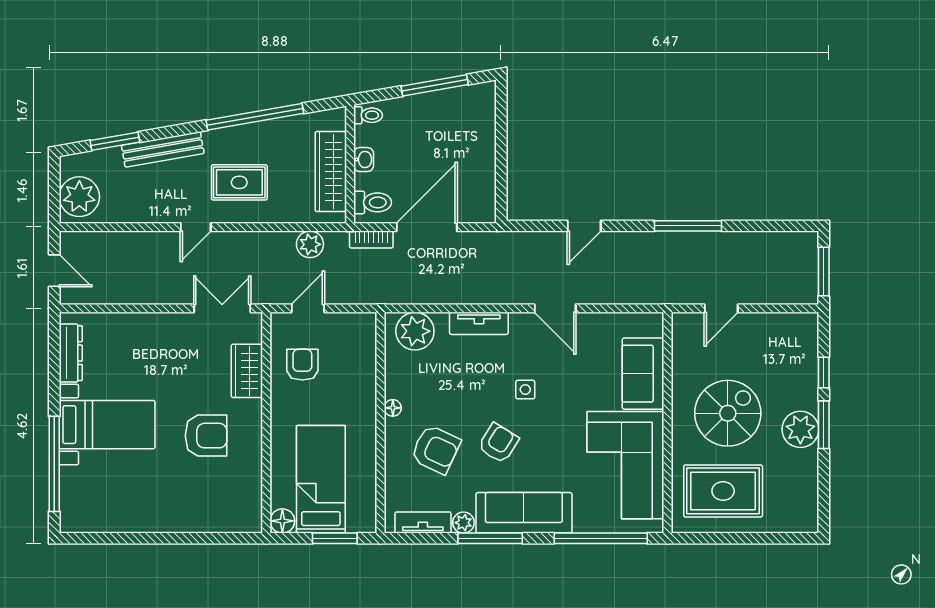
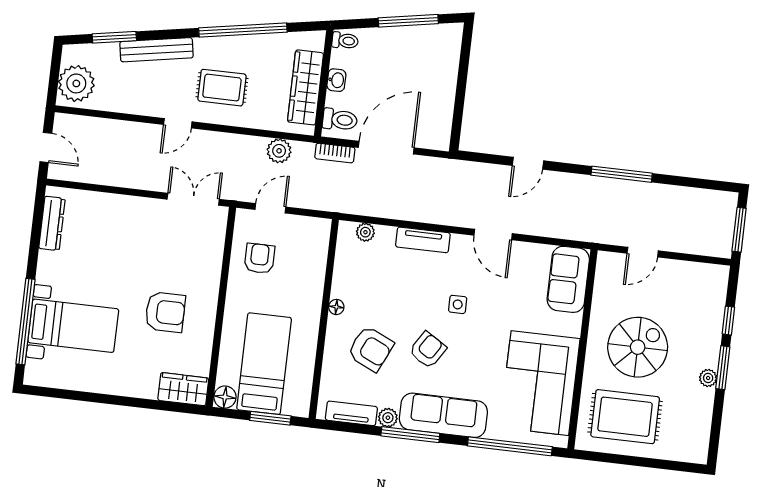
plant: (415, 331) -> (365, 232), width x0.53, depth x0.53
wardrobe: (247, 371) -> (183, 389), moved, turned 90
sofa: (643, 374) -> (568, 279), moved
bed with nightstands: (107, 425) -> (73, 326), moved
plant: (800, 429) -> (708, 378), width x0.53, depth x0.53

